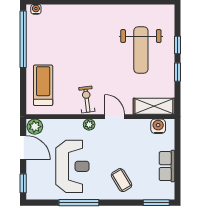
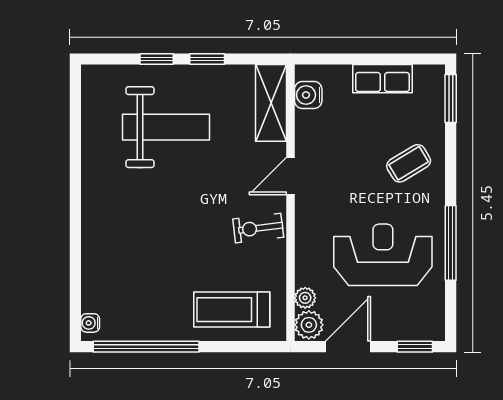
plant: (89, 125) -> (305, 298), moved

